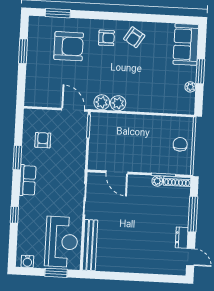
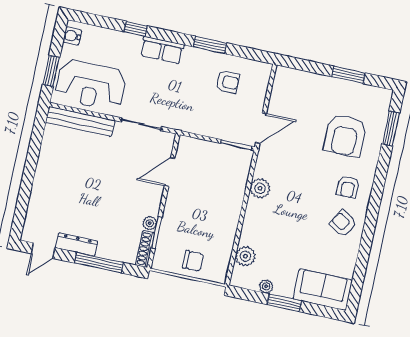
plant: (102, 102) -> (245, 256), moved
row of seats: (28, 180) -> (162, 50), moved
dresser: (182, 238) -> (76, 244), width x1.44

